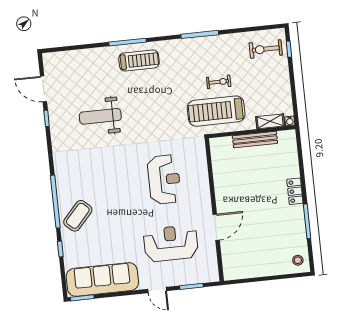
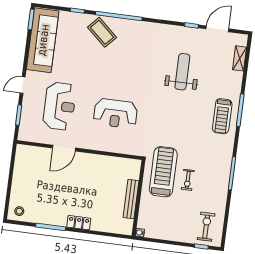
shelving: (270, 121) -> (240, 58), moved
door: (216, 227) -> (64, 148), hinge flipped

